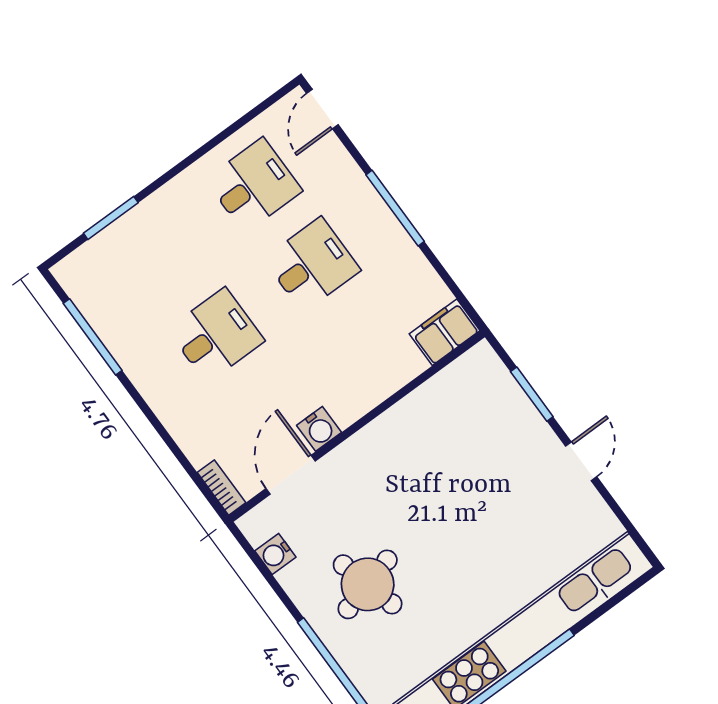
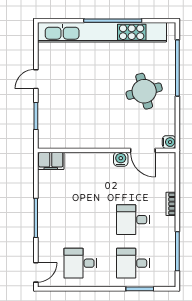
desk: (312, 265) -> (133, 263), moved
door: (291, 475) -> (143, 150), hinge flipped
bookcase: (221, 488) -> (171, 204), moved
water cooler: (275, 554) -> (169, 142), moved

